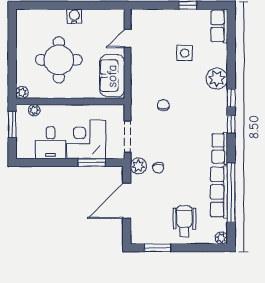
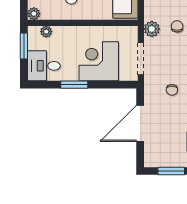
desk: (51, 143) -> (44, 66), moved, turned 90
window: (91, 163) -> (74, 85), moved
plant: (138, 166) -> (152, 29), moved

